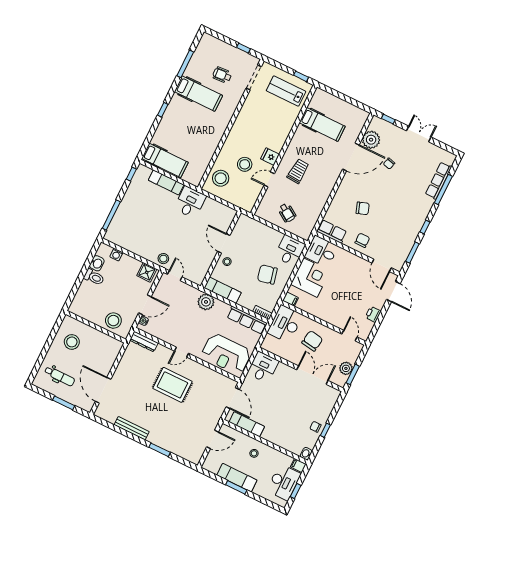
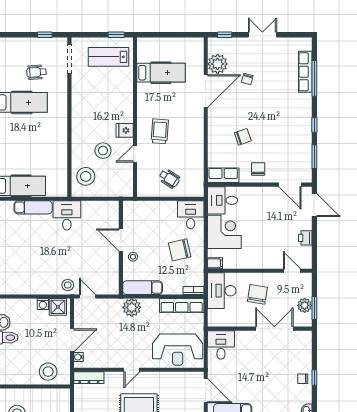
washing machine: (116, 255) -> (43, 304), moved

